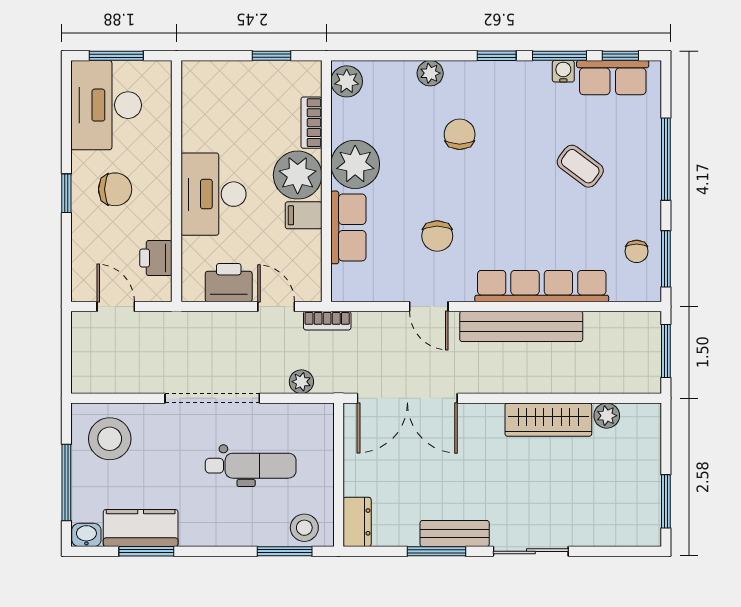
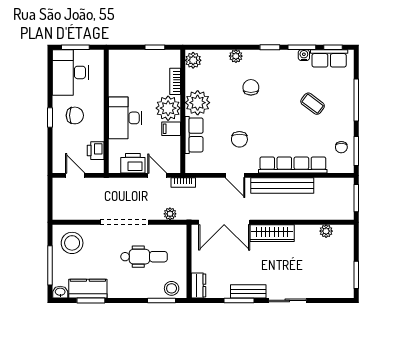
wardrobe: (548, 420) -> (272, 233), moved

